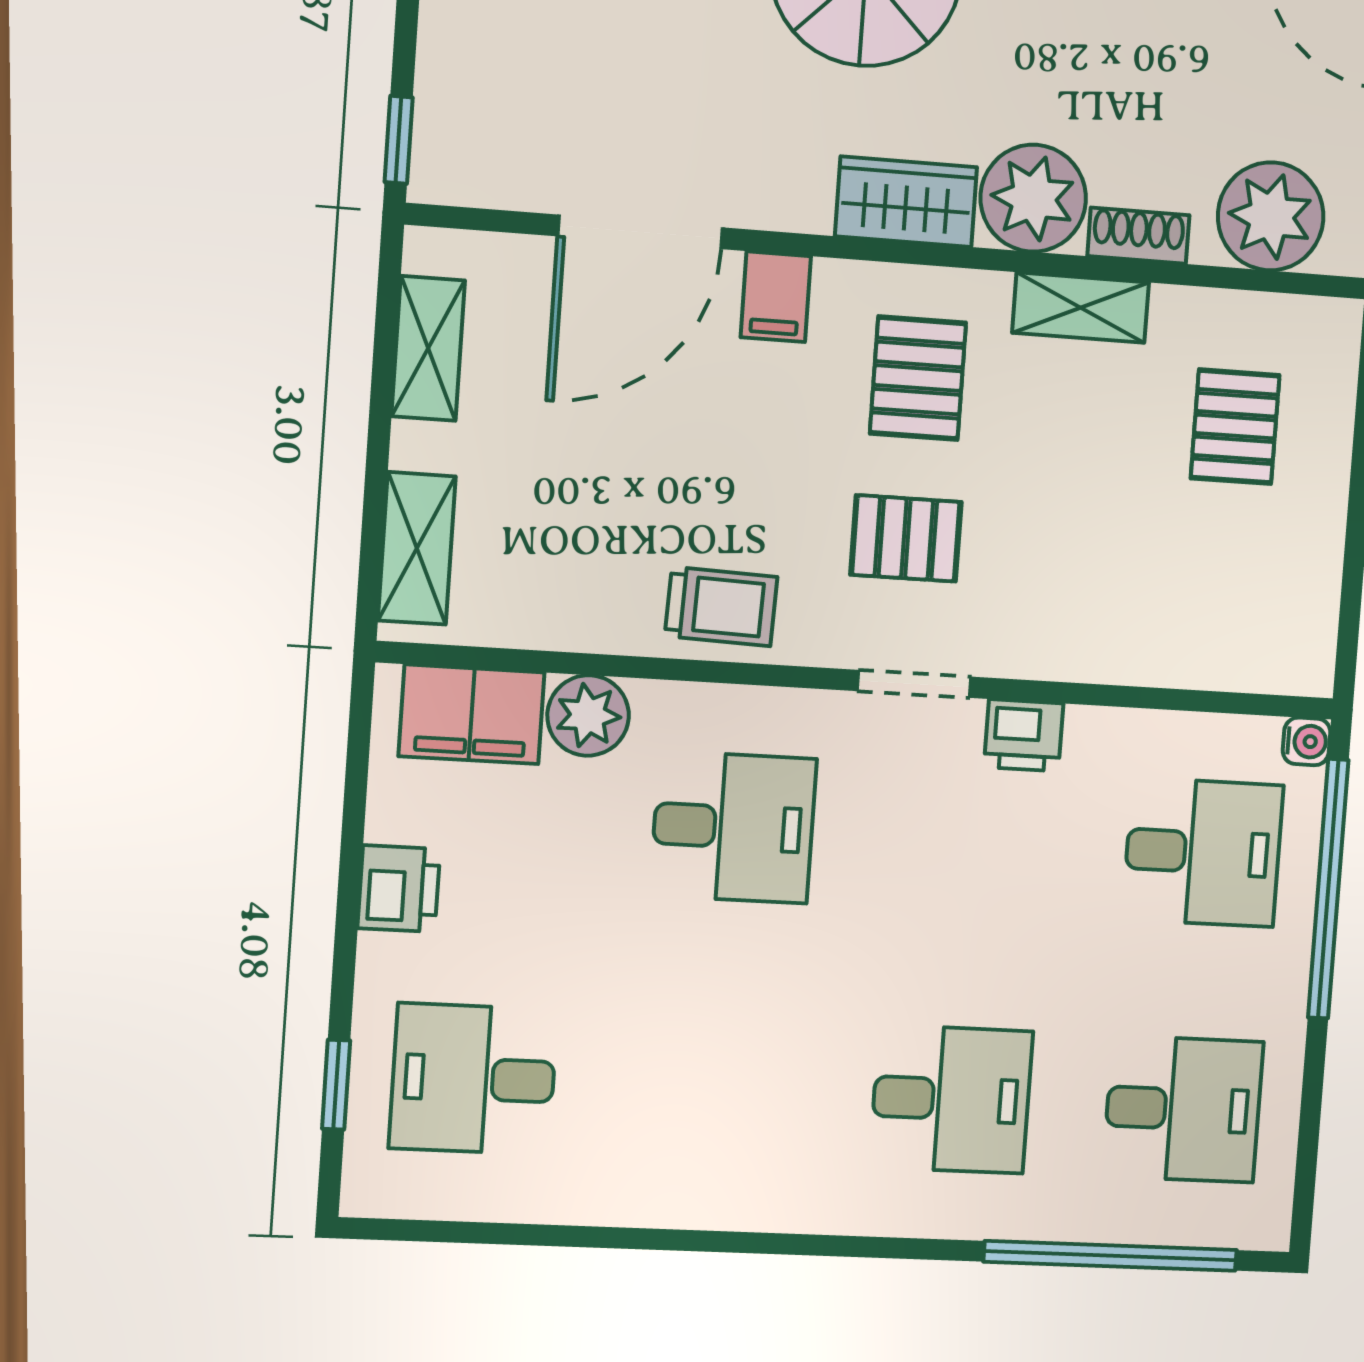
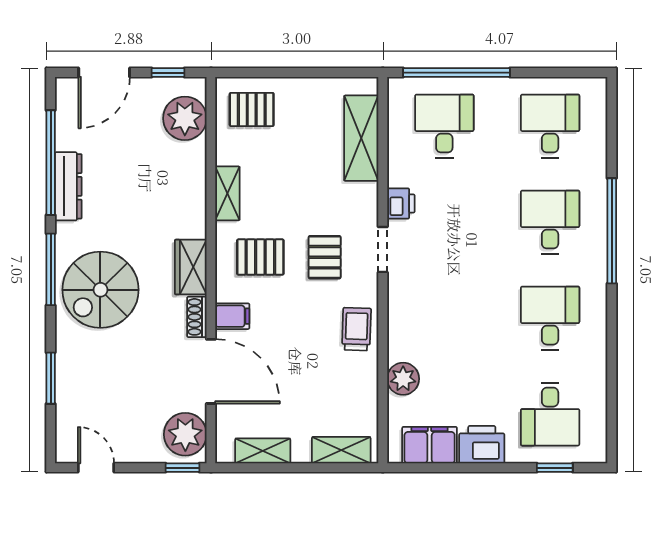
plant: (1033, 198) -> (185, 434), moved
shoe rack: (1138, 236) -> (197, 317), moved
pallet: (1235, 427) -> (252, 109), moved
shelving: (1189, 648) -> (361, 138), added
filing cabinet: (472, 714) -> (430, 445), moved, turned -90
water cooler: (1307, 741) -> (397, 86), removed
desk: (733, 827) -> (550, 318), moved
printer: (399, 889) -> (482, 445), width x1.36, depth x1.24
window: (1111, 1256) -> (612, 231), moved

